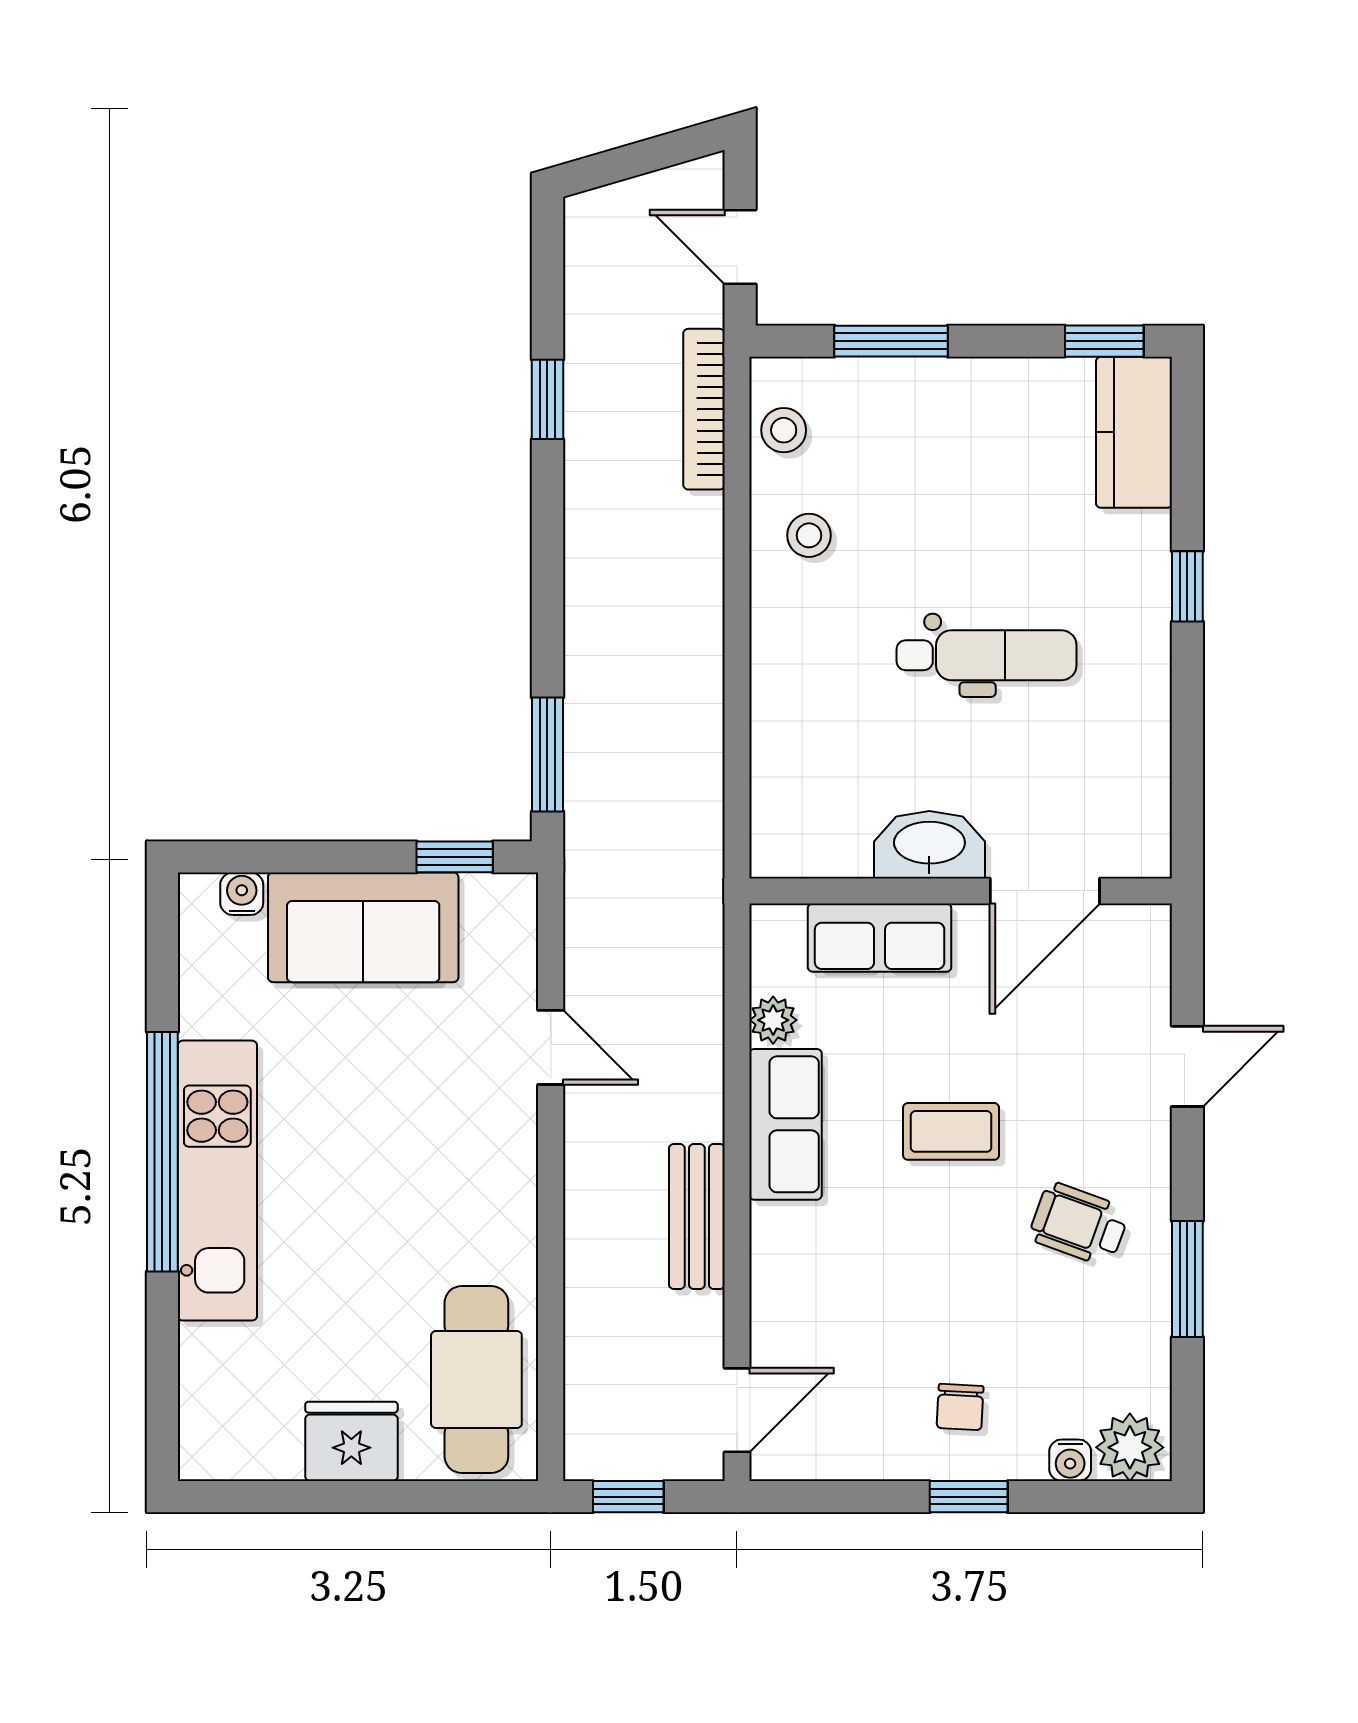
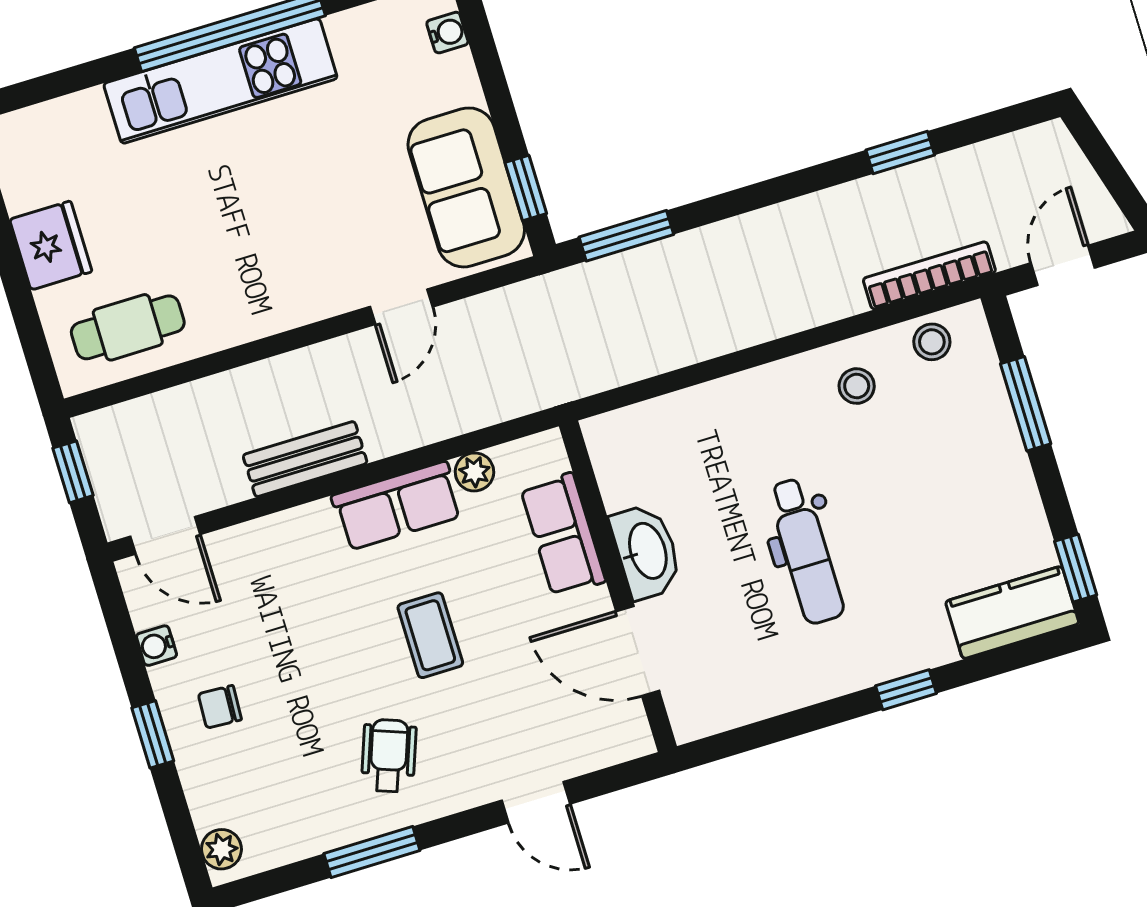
sofa: (363, 927) -> (466, 187), moved
cafe table: (476, 1380) -> (128, 327), width x0.73, depth x0.74
plant: (1130, 1447) -> (221, 849), width x0.73, depth x0.73
water cooler: (1070, 1460) -> (156, 646), moved

